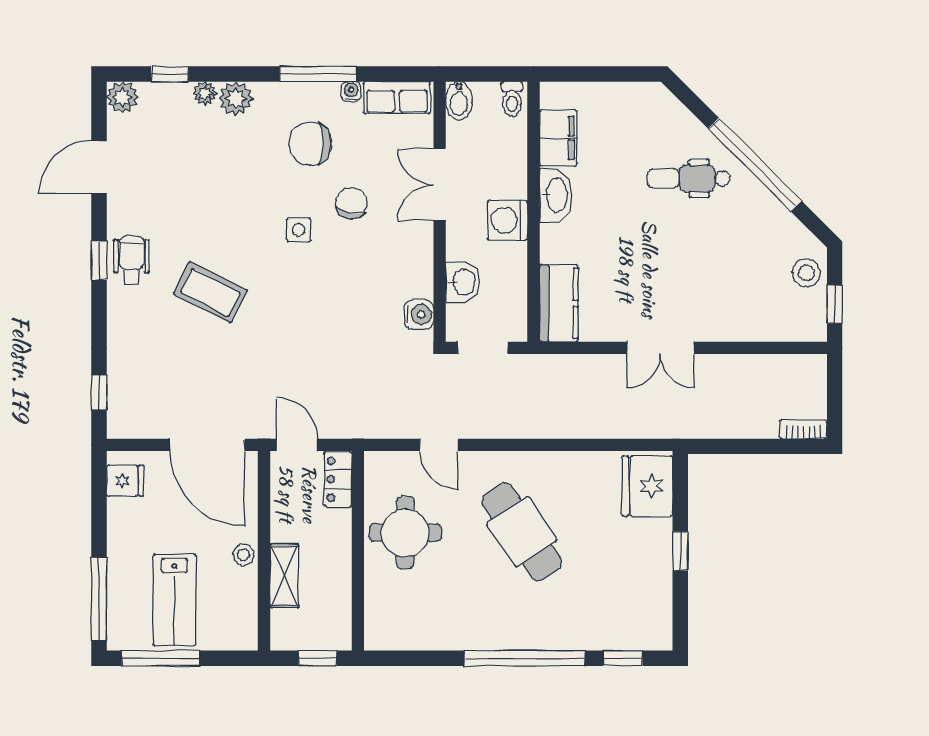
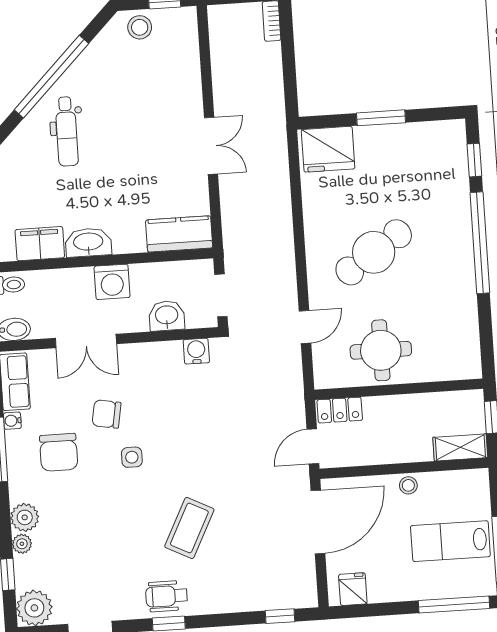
plant: (122, 97) -> (34, 608), width x1.36, depth x1.36
window: (680, 551) -> (381, 118), width x1.50
shelving: (284, 576) -> (460, 447), moved
lab bench: (174, 600) -> (450, 541), turned 180

